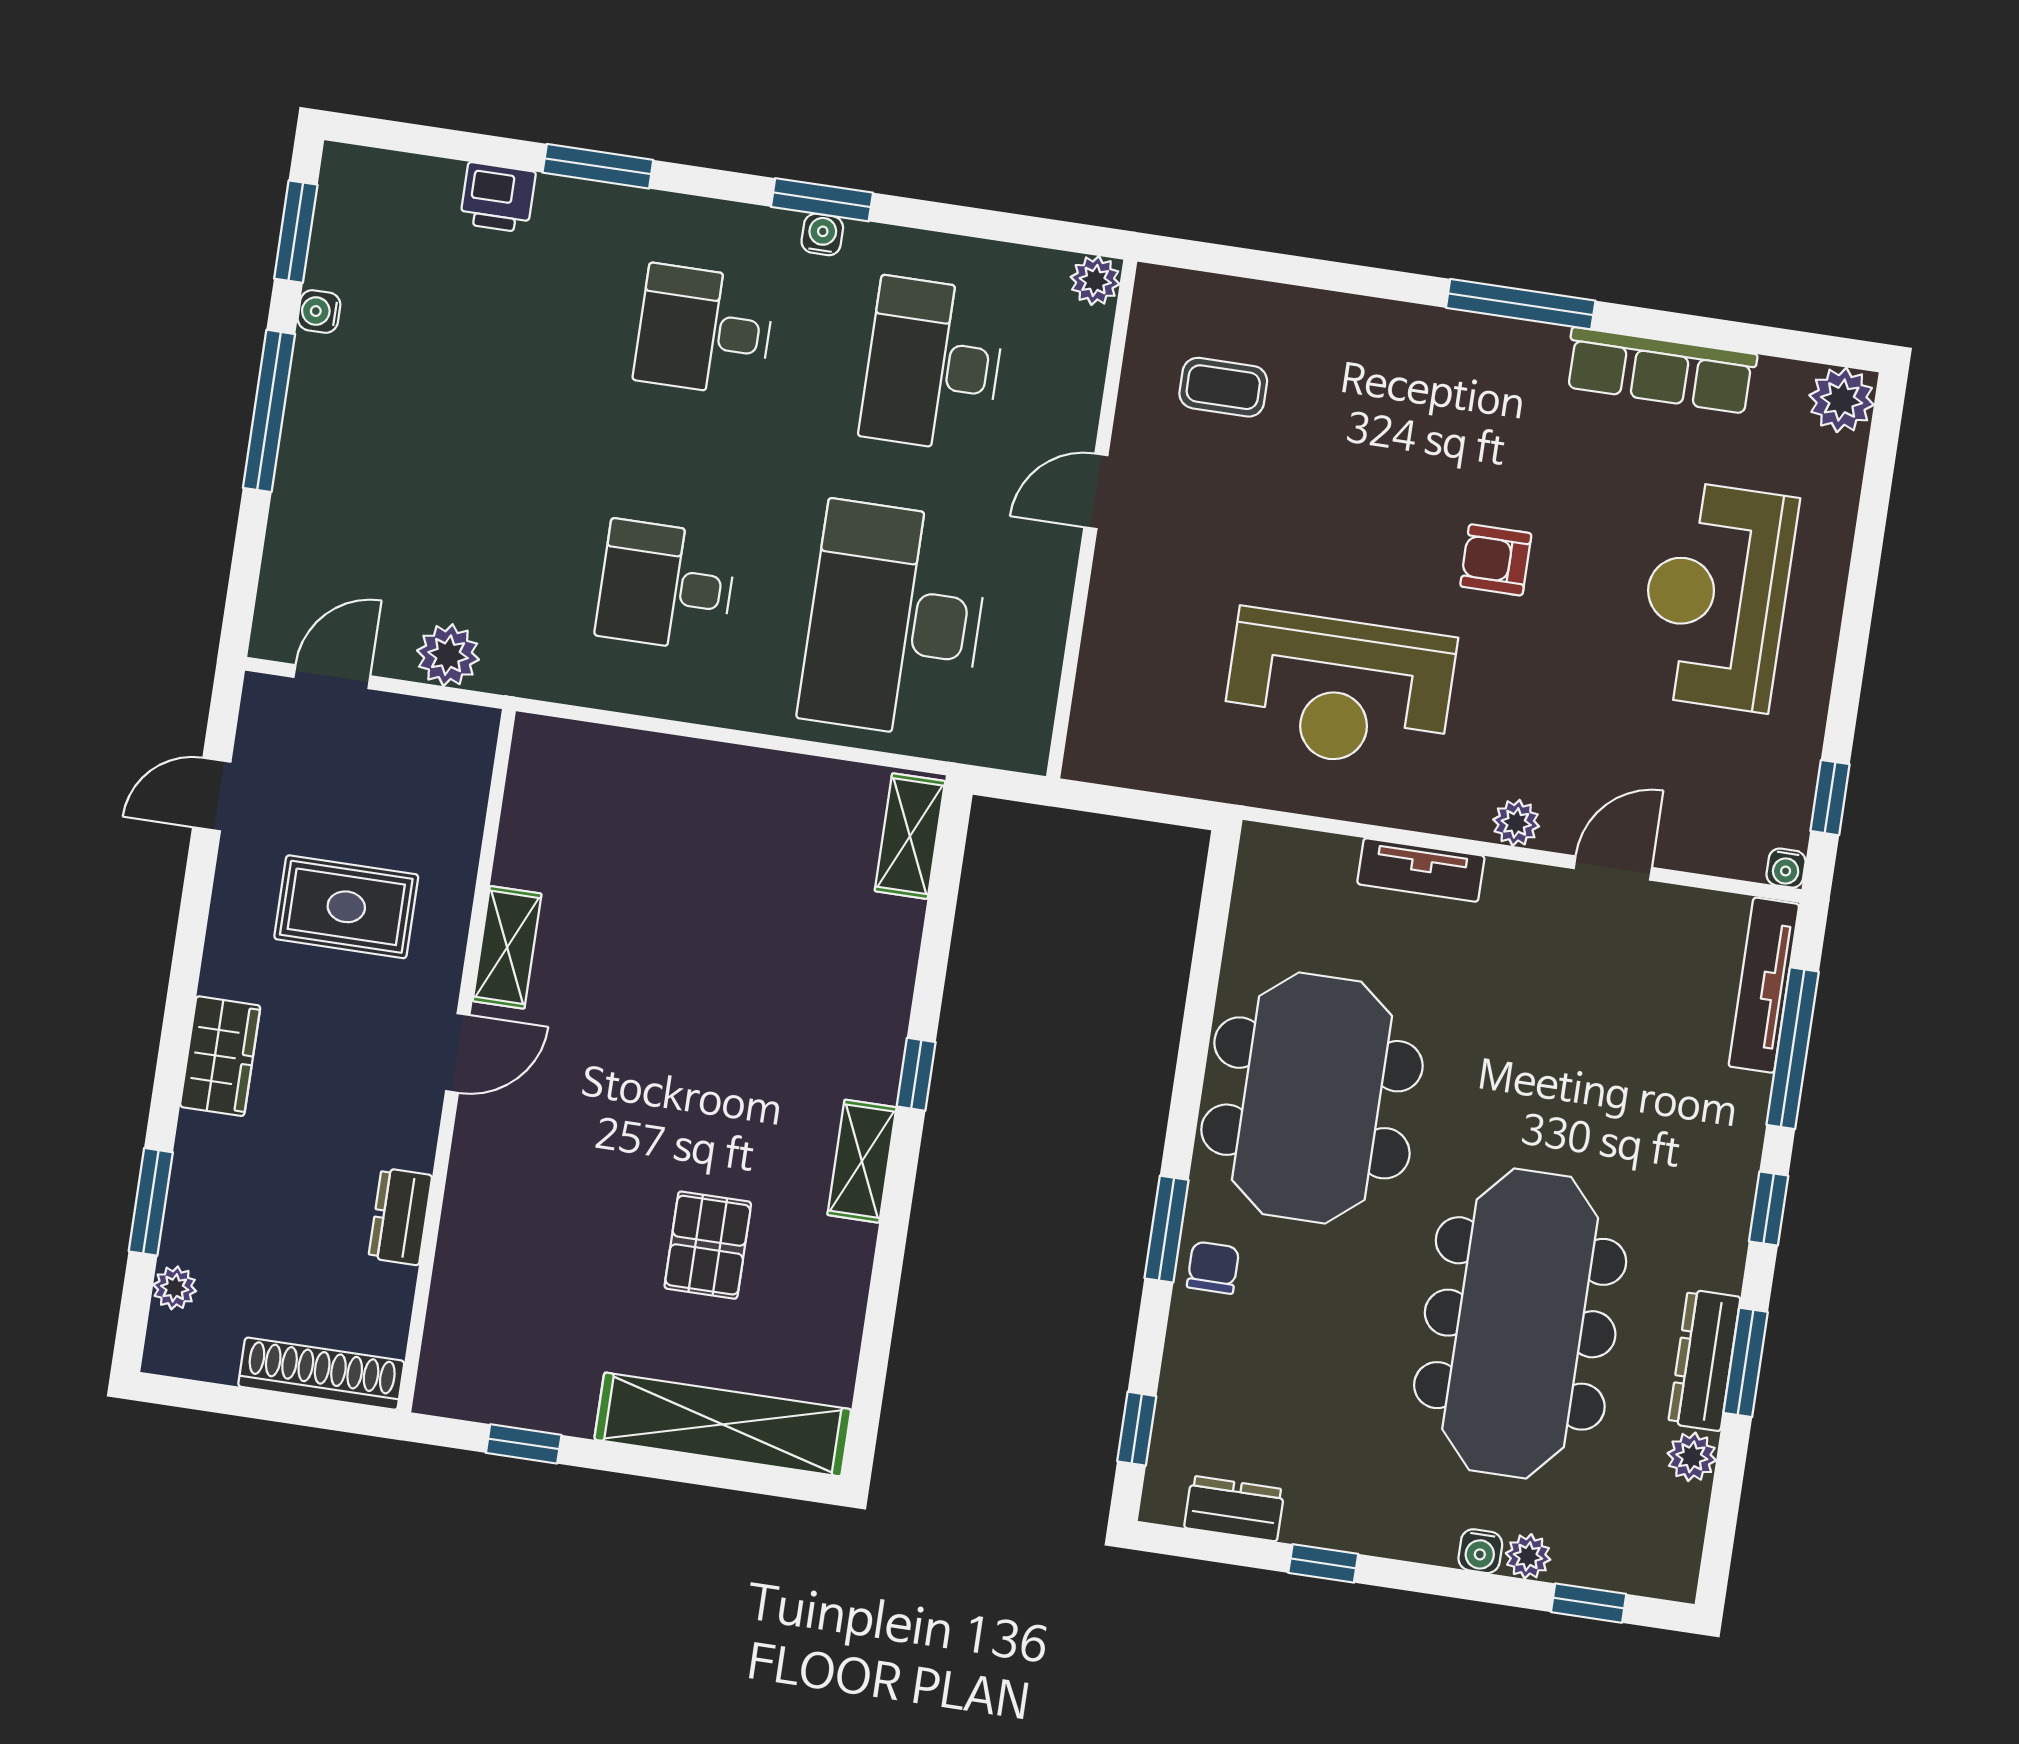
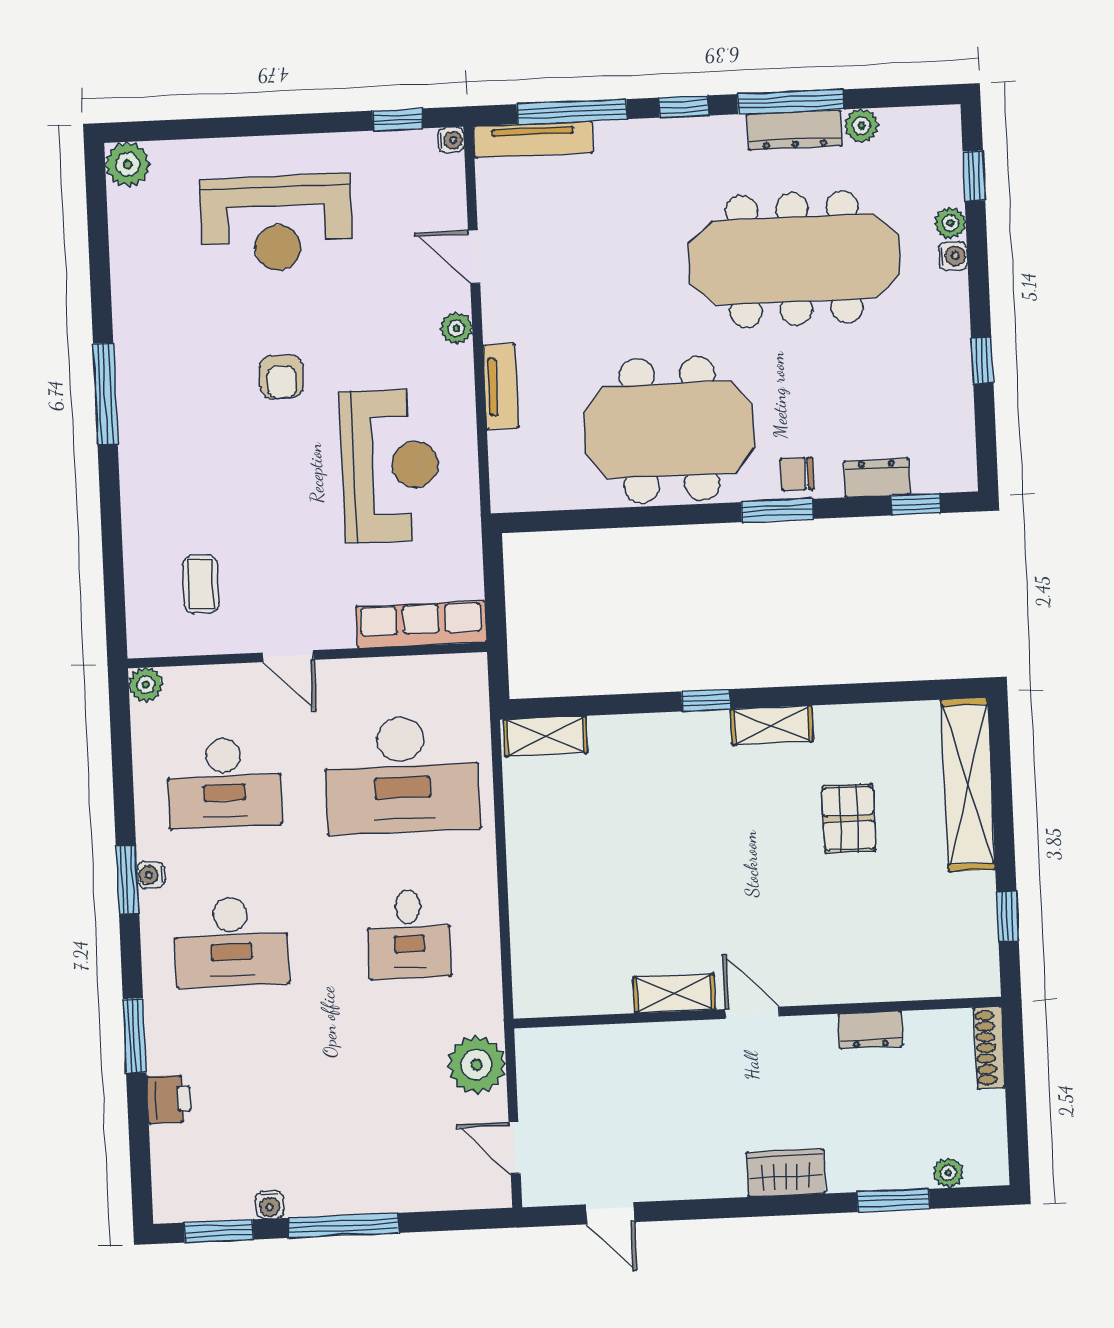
desk: (704, 330) -> (231, 942), width x1.37
row of seats: (1661, 371) -> (421, 624), moved, turned -90
plant: (448, 655) -> (476, 1065), width x1.36, depth x1.36
rug: (346, 907) -> (668, 1107), removed
pallet: (708, 1245) -> (849, 818), turned 90
window: (1746, 1362) -> (791, 102), width x1.44
shoe rack: (321, 1374) -> (990, 1048), width x0.74, depth x0.81
dresser: (1234, 1509) -> (877, 478), moved, turned 90

